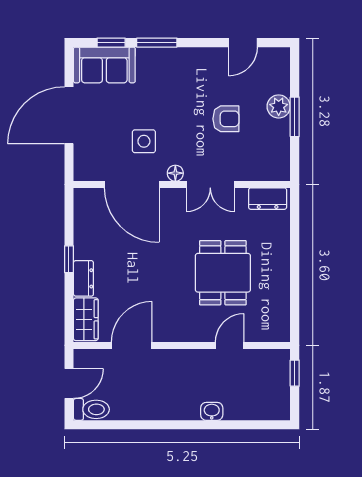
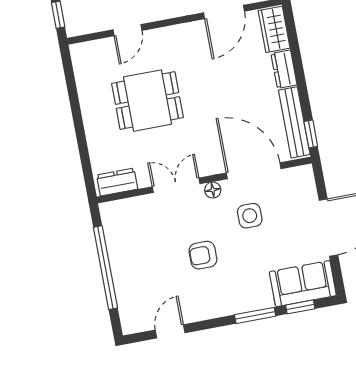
plant: (279, 106) -> (123, 275), removed
window: (295, 117) -> (105, 268), width x2.11
armchair: (226, 119) -> (203, 255), moved
bench: (83, 224) -> (294, 122), added
window: (69, 259) -> (311, 134), moved
dining table: (223, 273) -> (147, 101), turned 90

